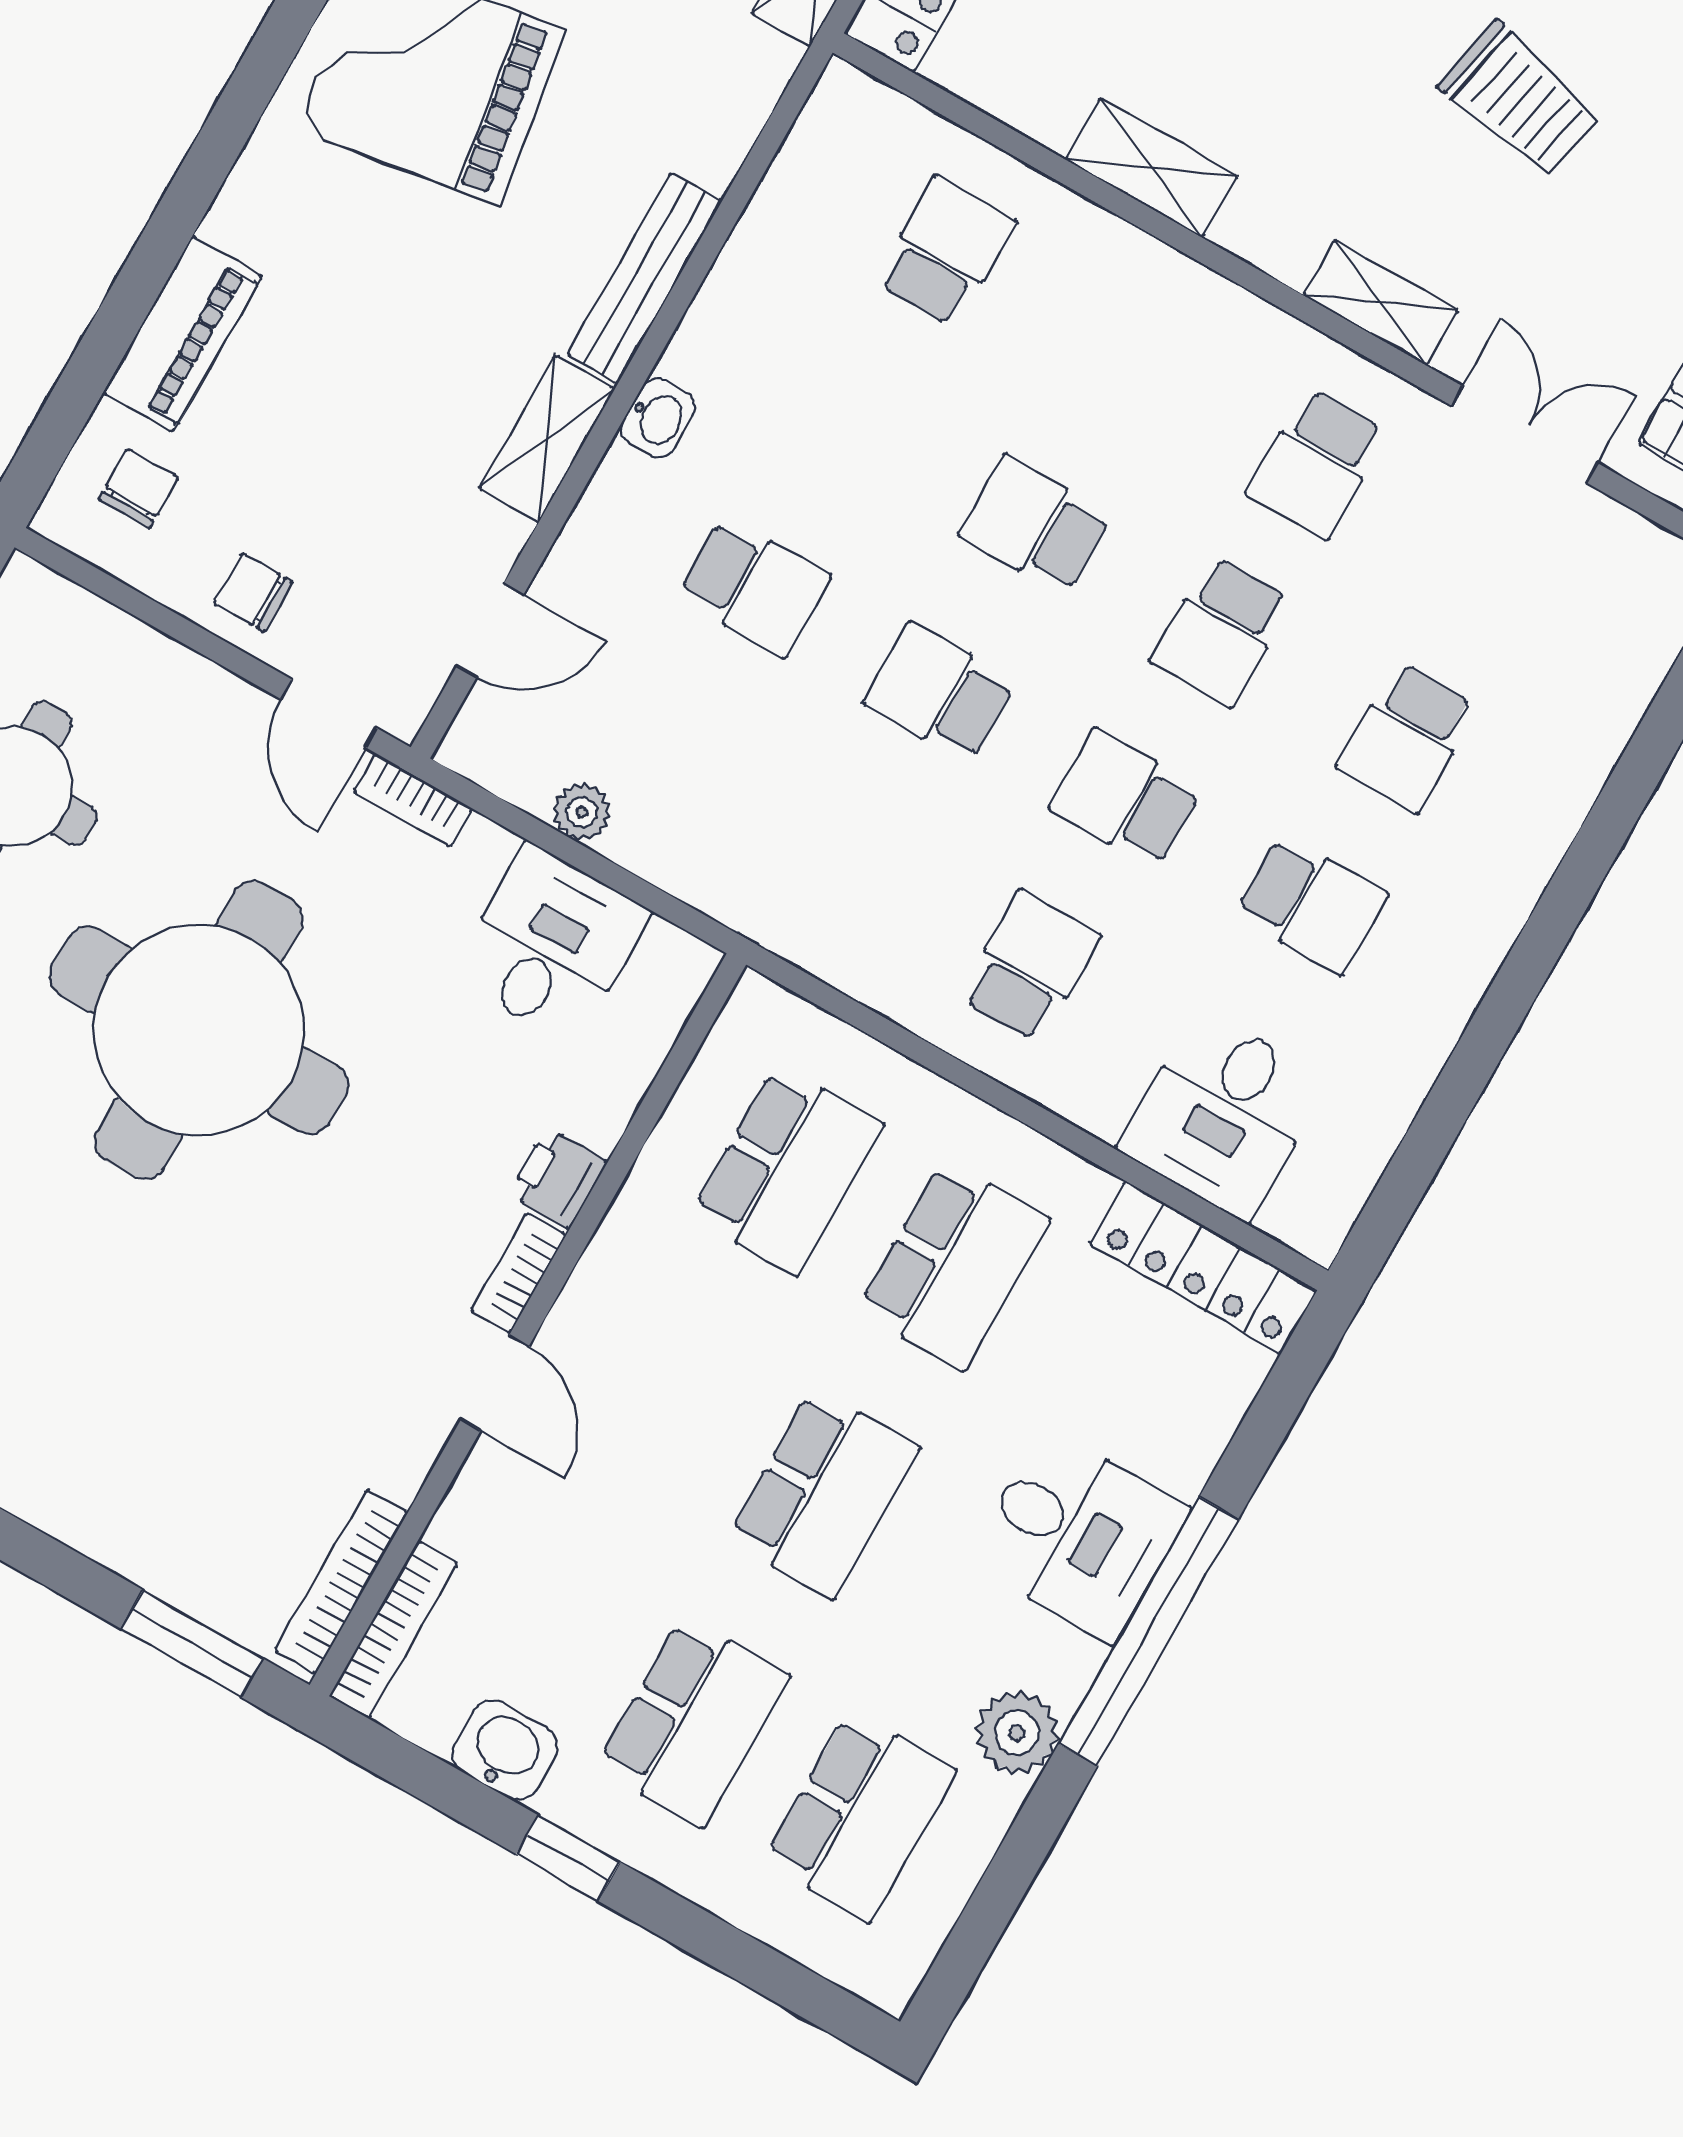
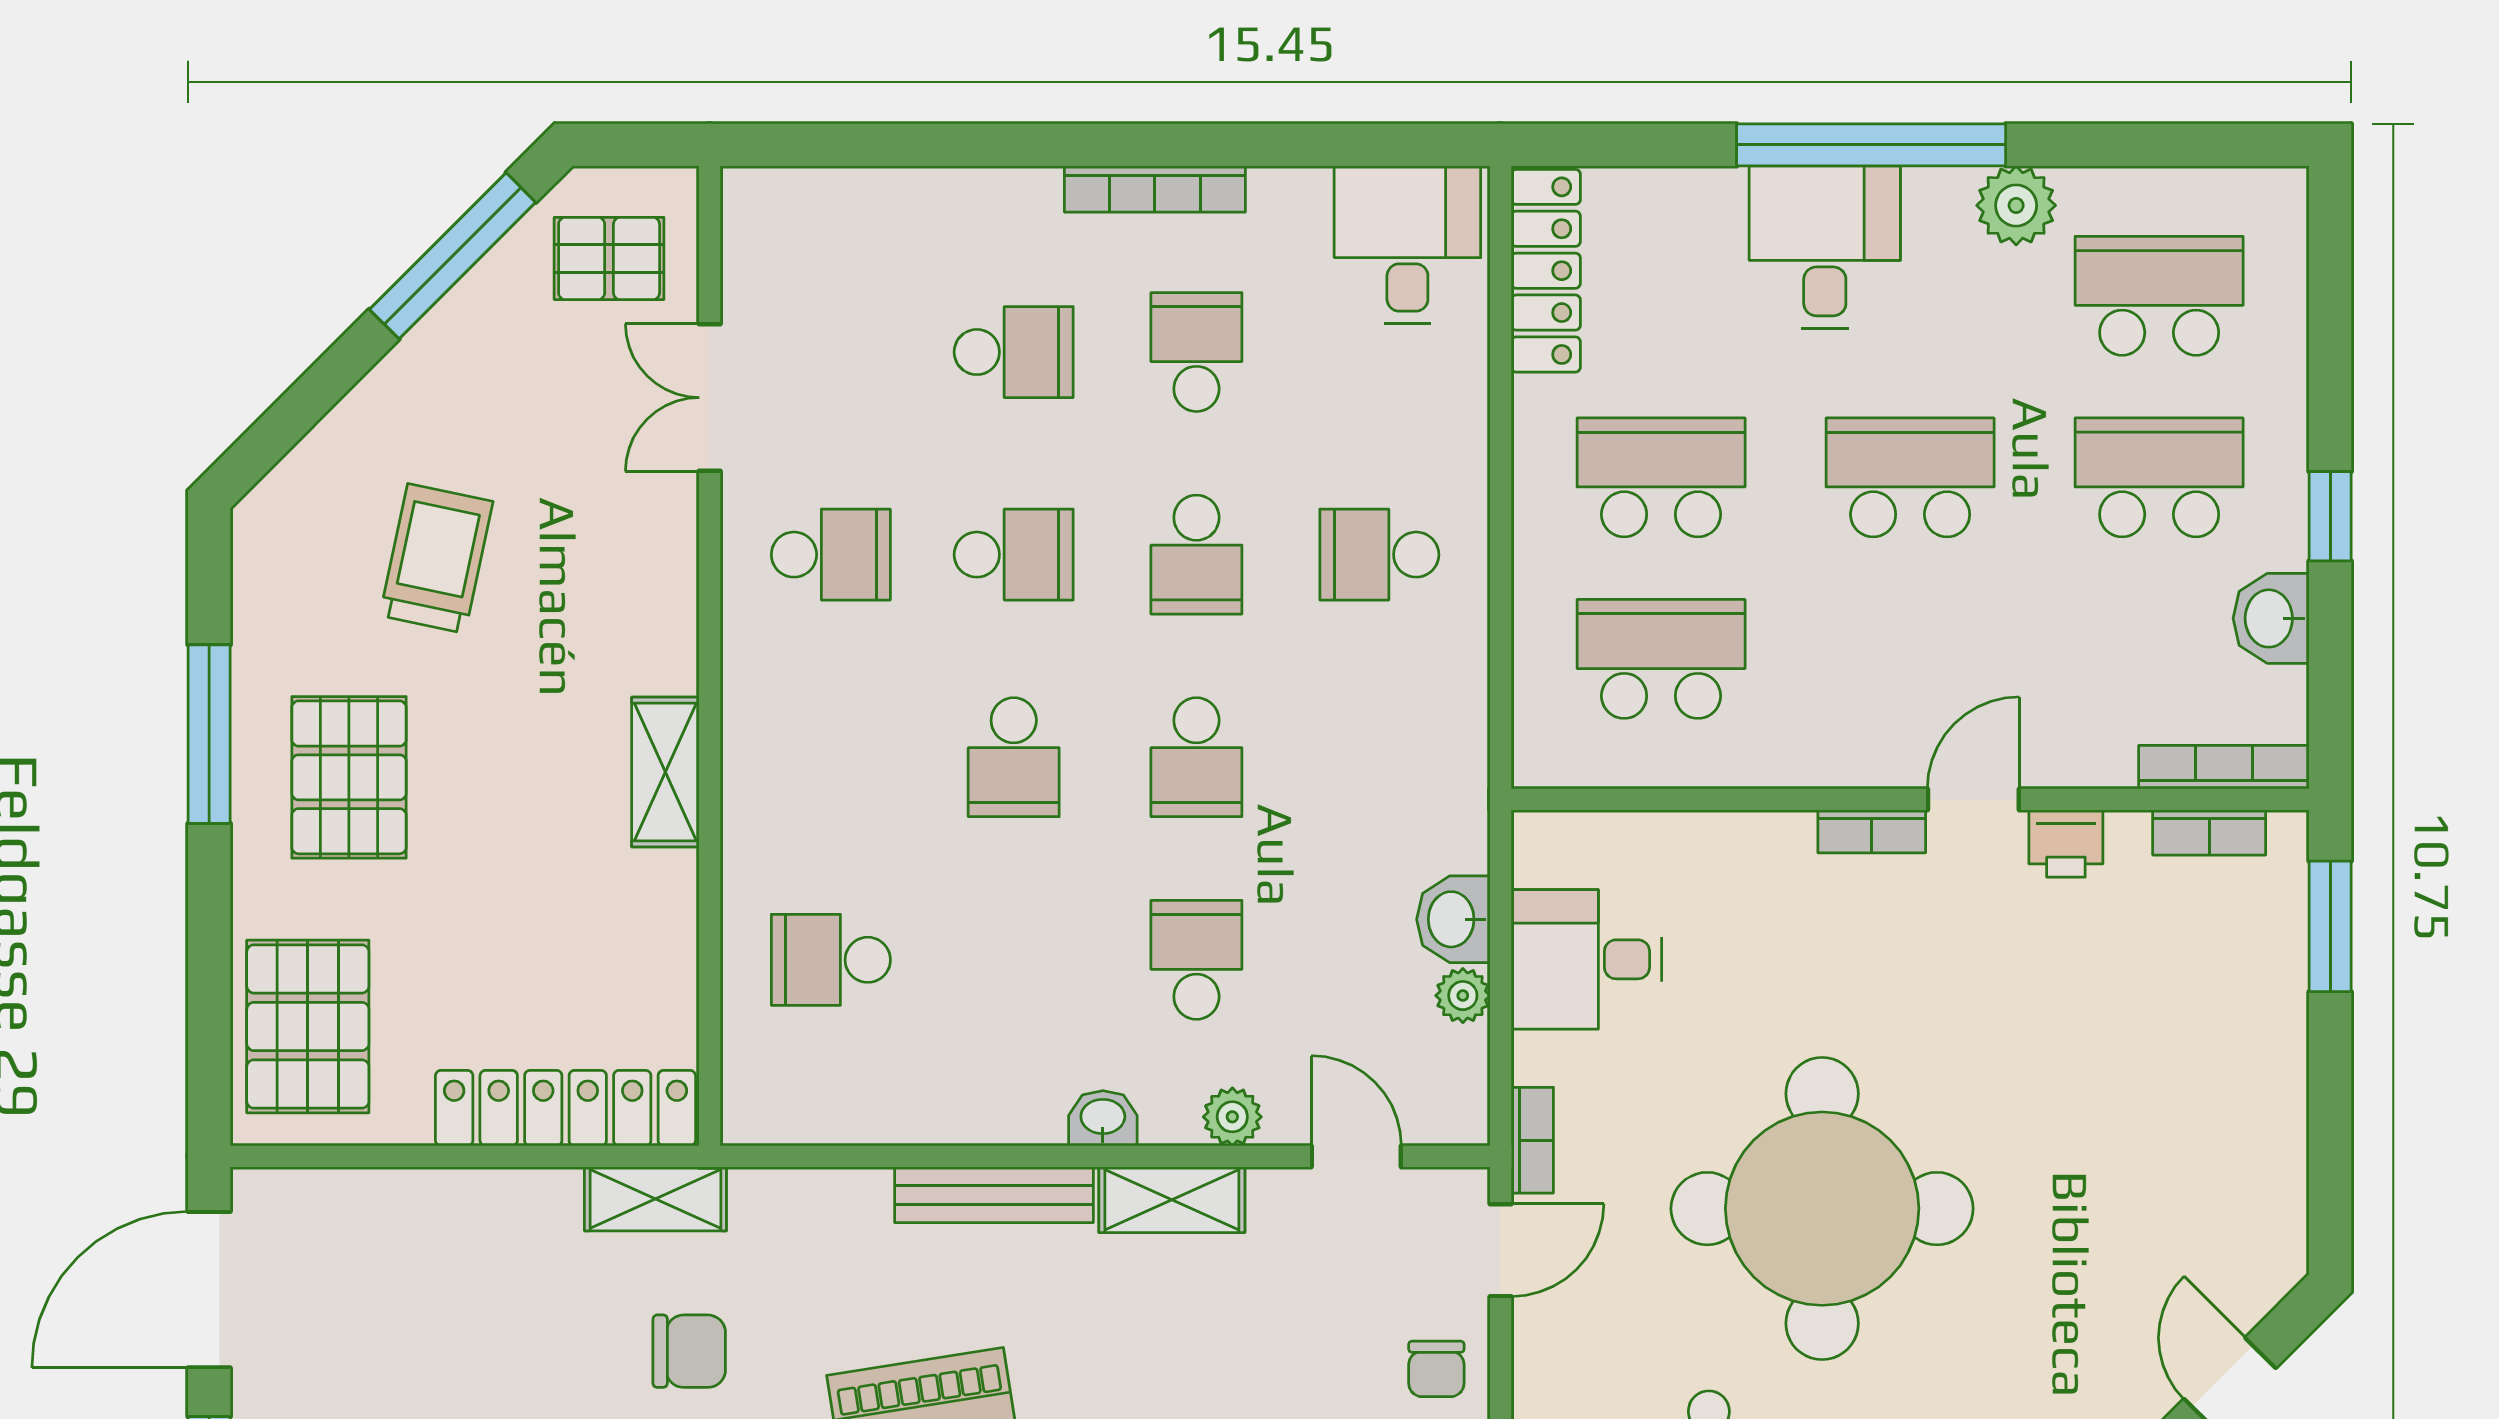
shelving: (1151, 168) -> (665, 772), moved
shelving: (1381, 303) -> (669, 578), removed
plant: (591, 537) -> (1232, 1117), added
washbasin: (657, 843) -> (1453, 919), added
bookcase: (1483, 952) -> (1155, 189), added
desk: (1223, 1115) -> (1407, 245), moved, turned -90
printer: (558, 1178) -> (2066, 844), moved
bookcase: (341, 1582) -> (2209, 832), width x0.64

